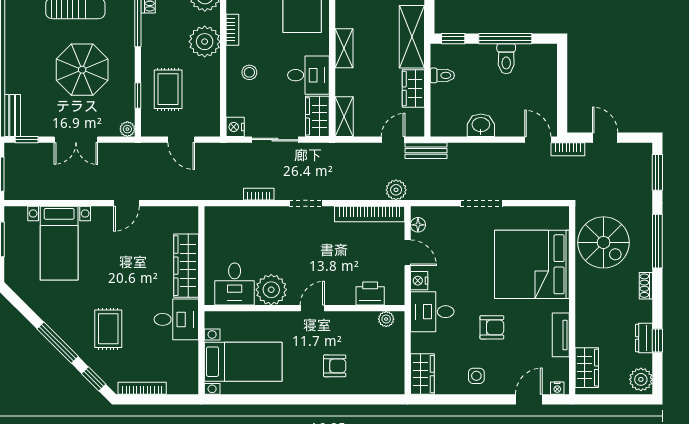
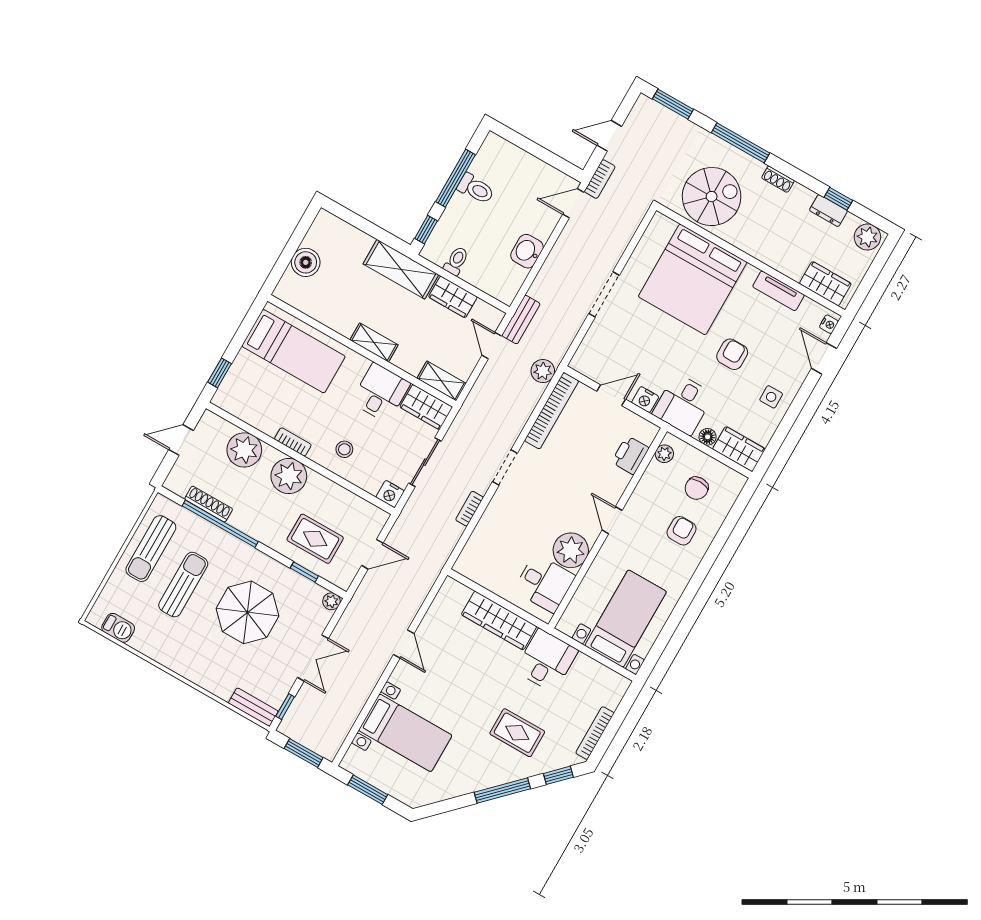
floor lamp: (418, 225) -> (708, 437), moved
chair: (374, 359) -> (697, 488), added

